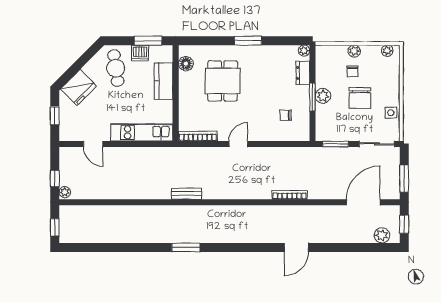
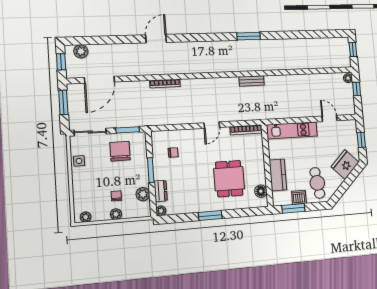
plant: (323, 96) -> (143, 194), moved
chair: (360, 98) -> (120, 151), moved

